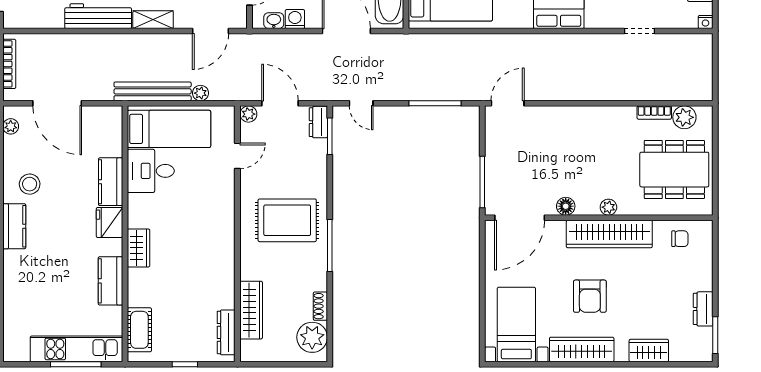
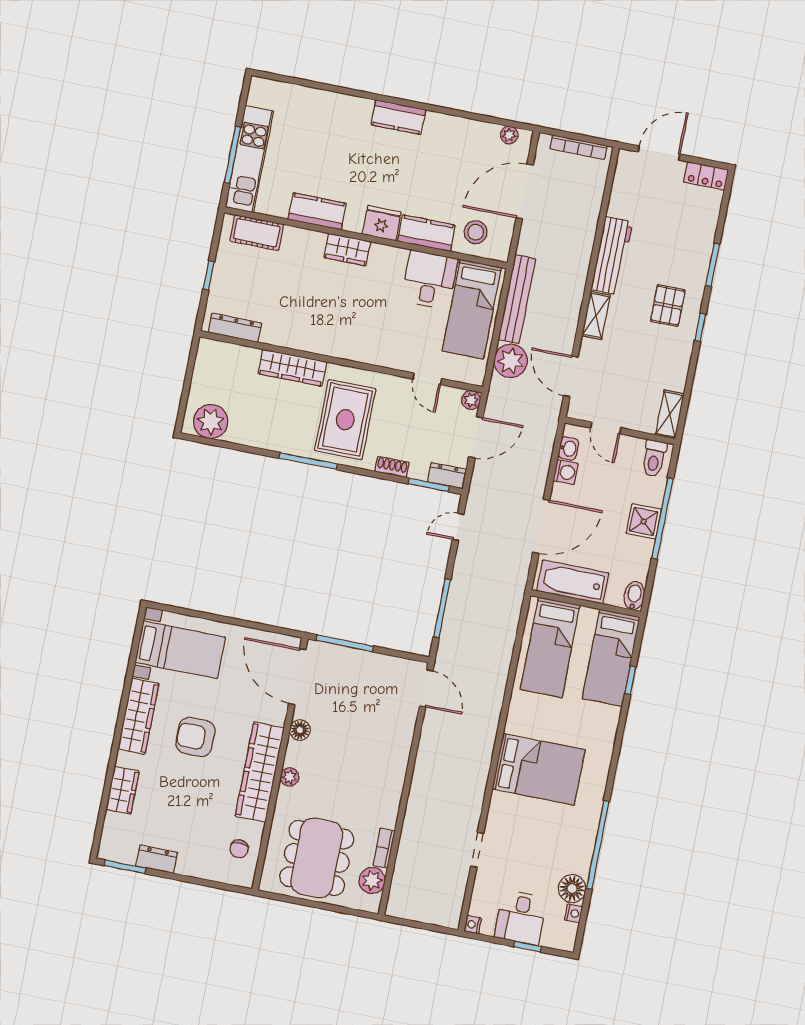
plant: (201, 93) -> (511, 361), width x1.88, depth x1.88
stool: (30, 184) -> (476, 232), moved
shoe rack: (320, 306) -> (392, 467), moved
wardrobe: (251, 310) -> (292, 368), moved

